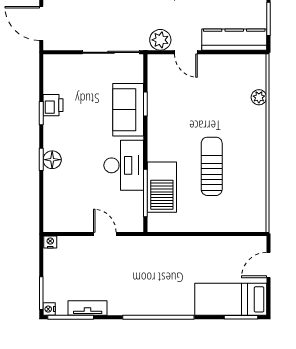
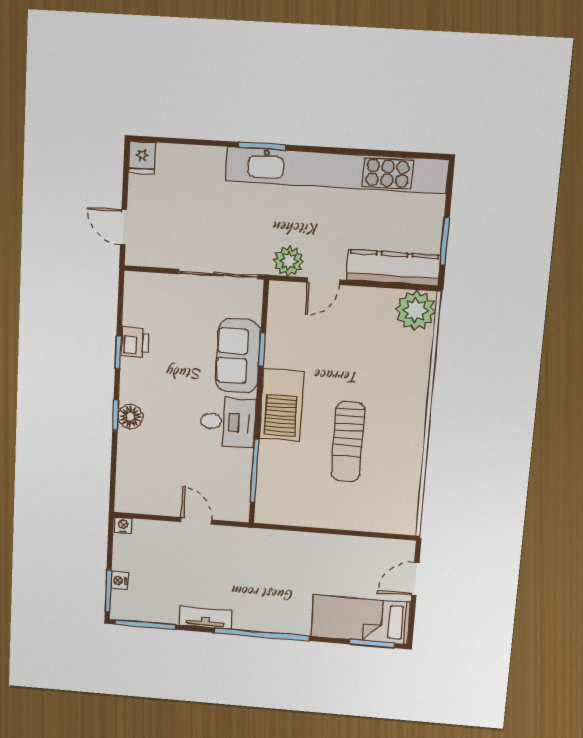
door: (41, 23) -> (124, 227), width x0.73
door: (186, 52) -> (324, 281), hinge flipped
plant: (259, 97) -> (416, 310), moved, width x1.88, depth x1.88
desk: (124, 165) -> (228, 422), width x0.73
sun lounger: (212, 166) -> (348, 442), turned 180
barbecue: (162, 187) -> (281, 405), moved
tv unit: (88, 308) -> (205, 618), moved
nightstand: (49, 309) -> (119, 581), moved

